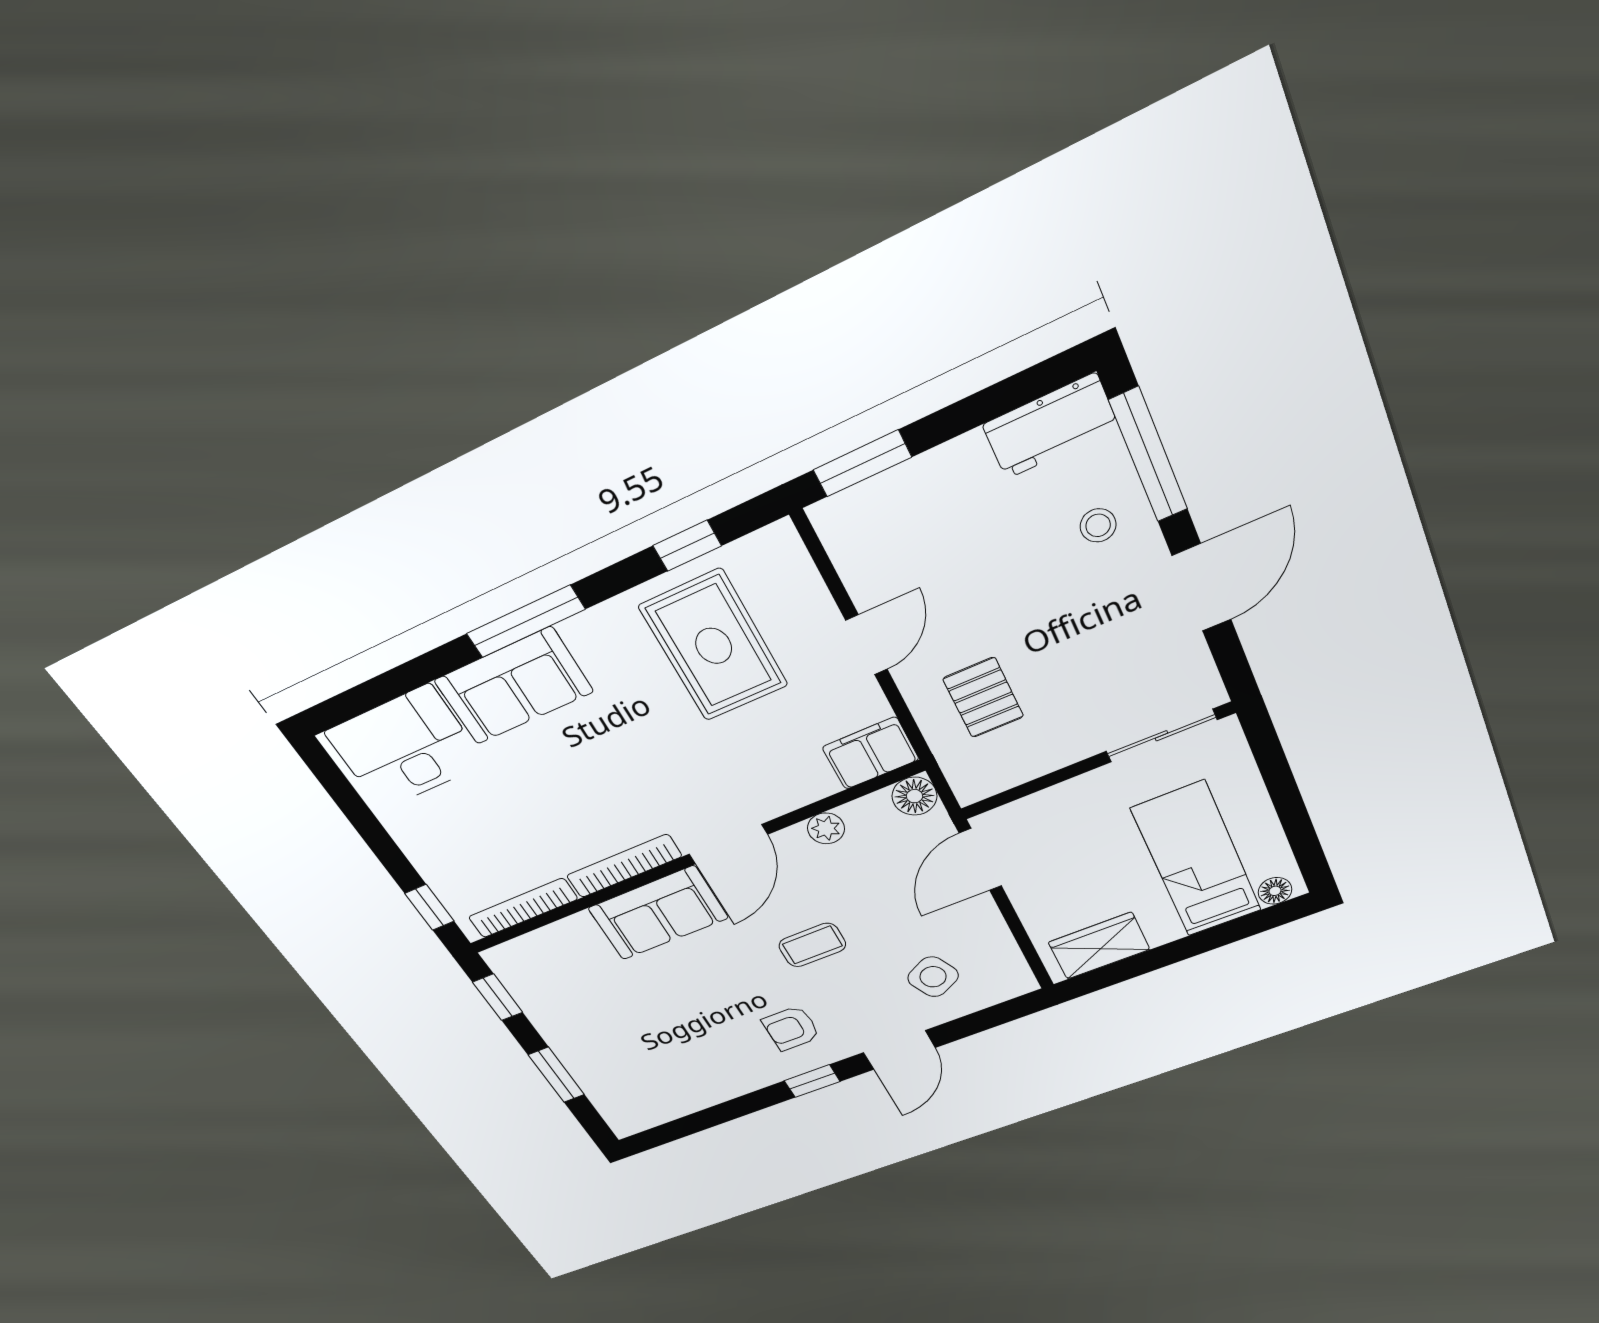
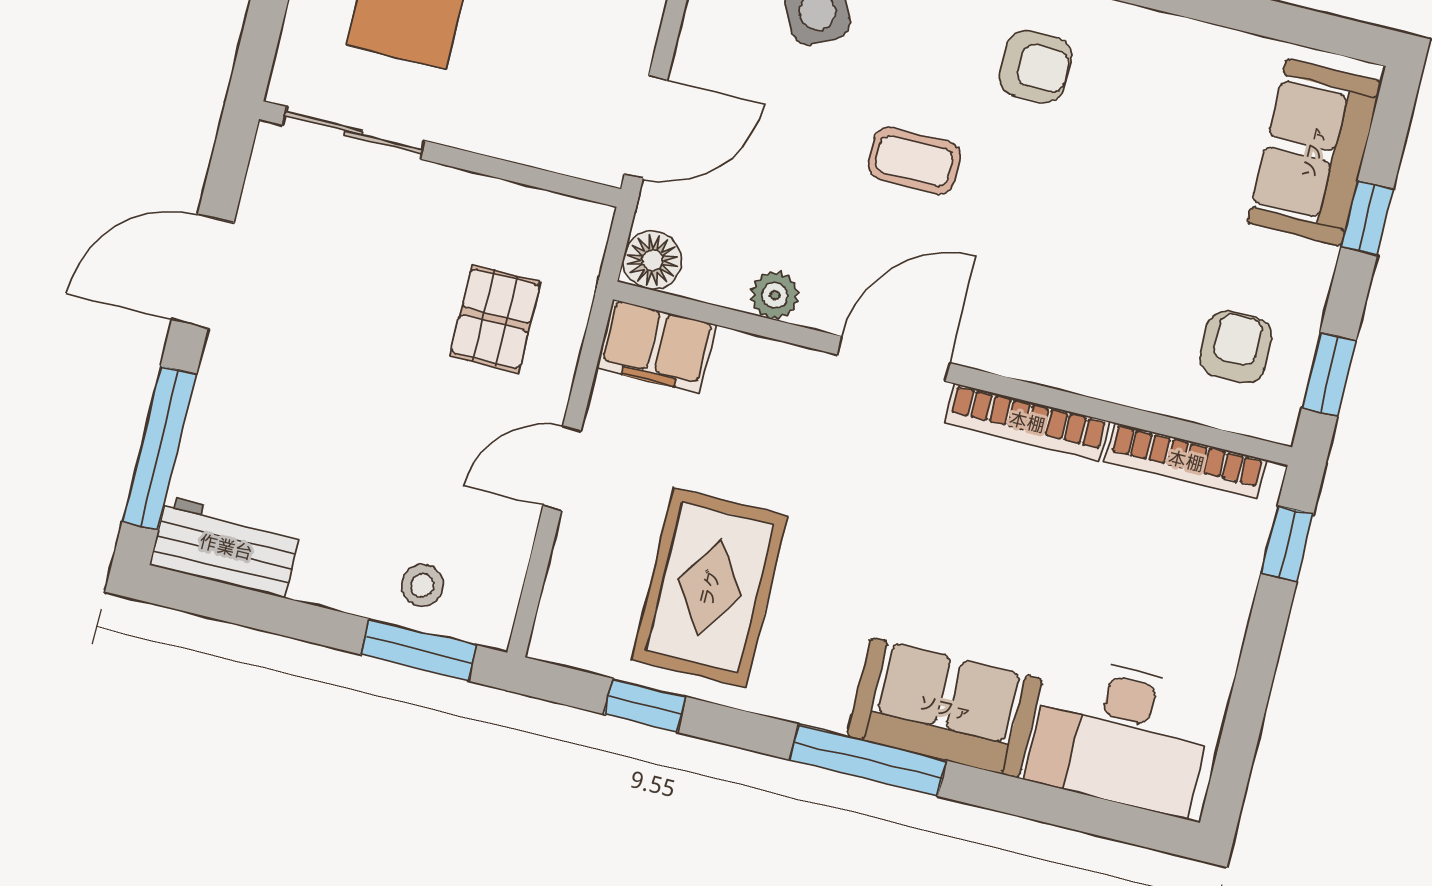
stool: (1098, 525) -> (422, 585), moved
sofa: (658, 913) -> (1314, 152), moved, turned -90
armchair: (556, 977) -> (1236, 347), added
window: (556, 1075) -> (1367, 218), width x0.67

